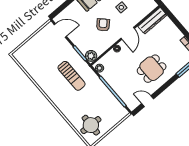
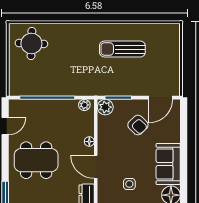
armchair: (103, 25) -> (138, 125), moved
dining table: (152, 69) -> (36, 160), width x1.38
sun lounger: (72, 76) -> (122, 49), moved

